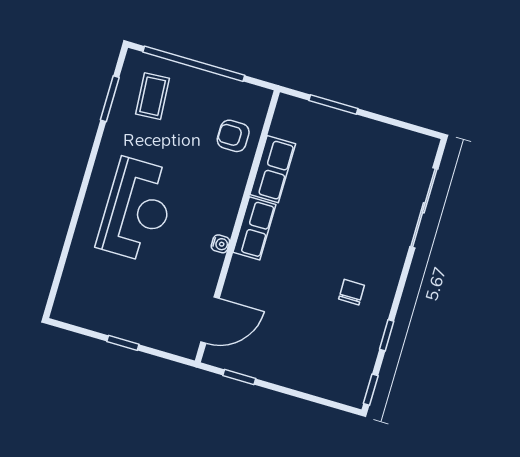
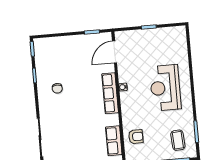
row of seats: (273, 169) -> (114, 141), moved
row of seats: (254, 228) -> (110, 93), width x1.48

